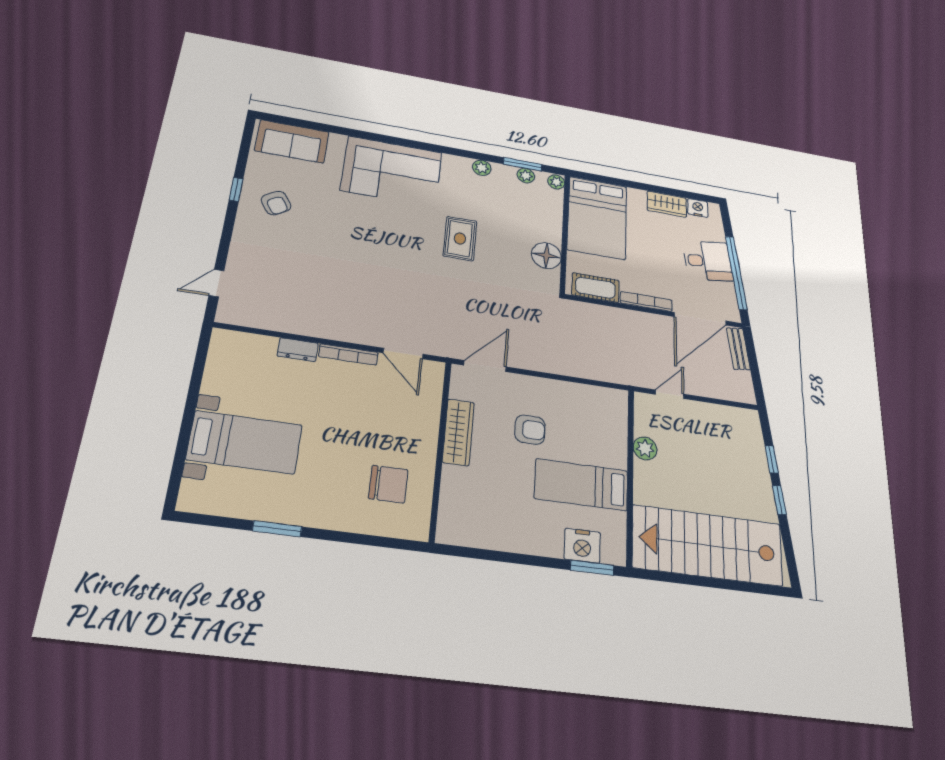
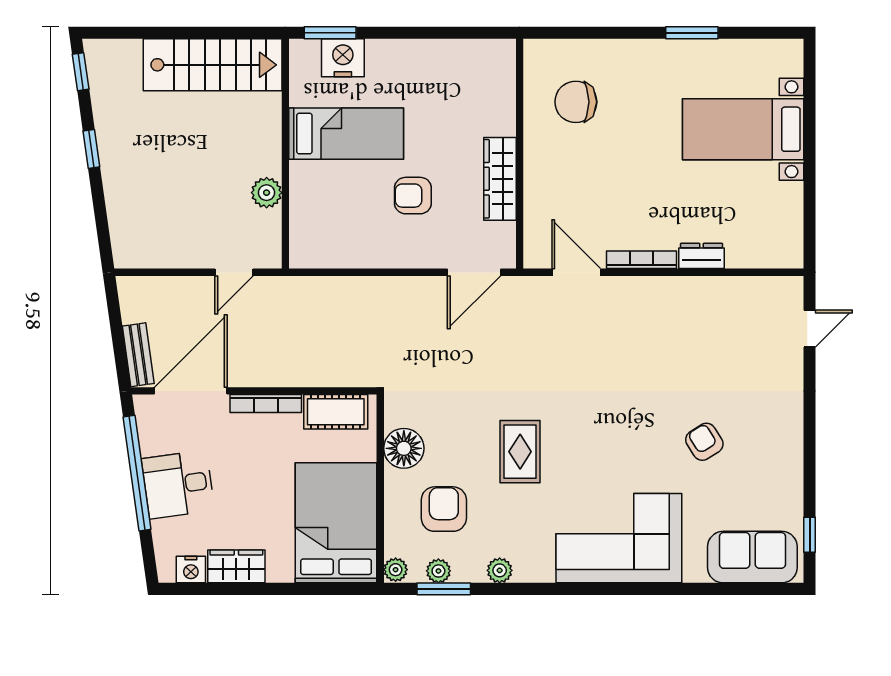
window: (236, 189) -> (810, 535), moved
armchair: (276, 203) -> (704, 442), moved
armchair: (519, 212) -> (444, 509), added
window: (772, 459) -> (81, 72), moved
stairs: (708, 545) -> (213, 65), width x0.73, depth x0.66

